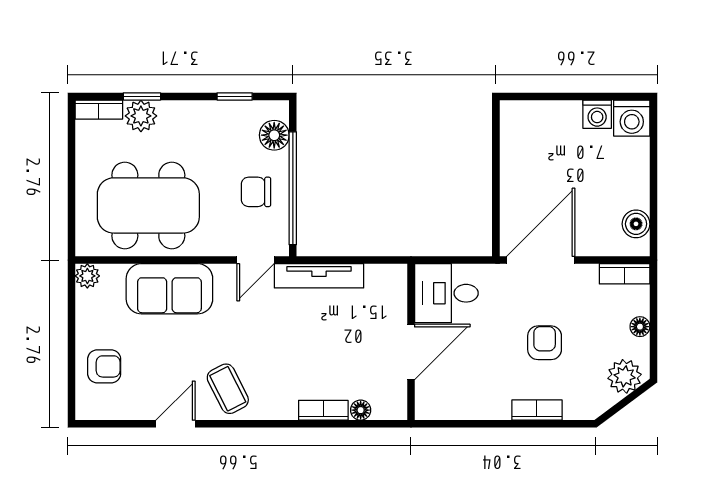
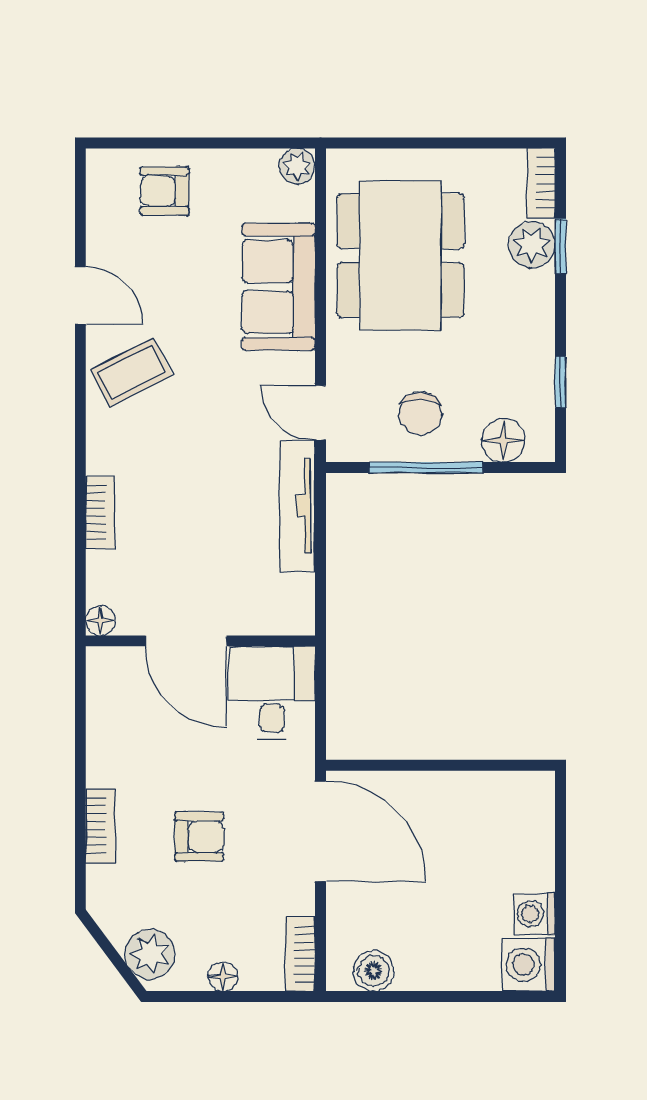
window: (293, 188) -> (426, 467), width x0.68
chair: (256, 192) -> (421, 413), turned 180
armchair: (104, 366) -> (165, 191), turned 90
floor lamp: (361, 410) -> (101, 621), moved

